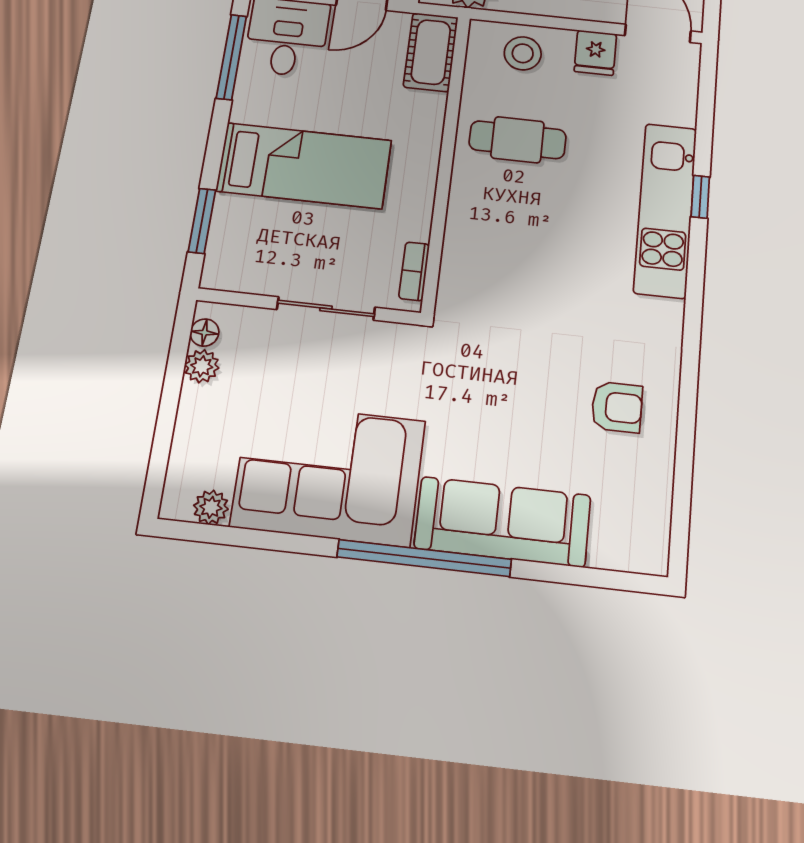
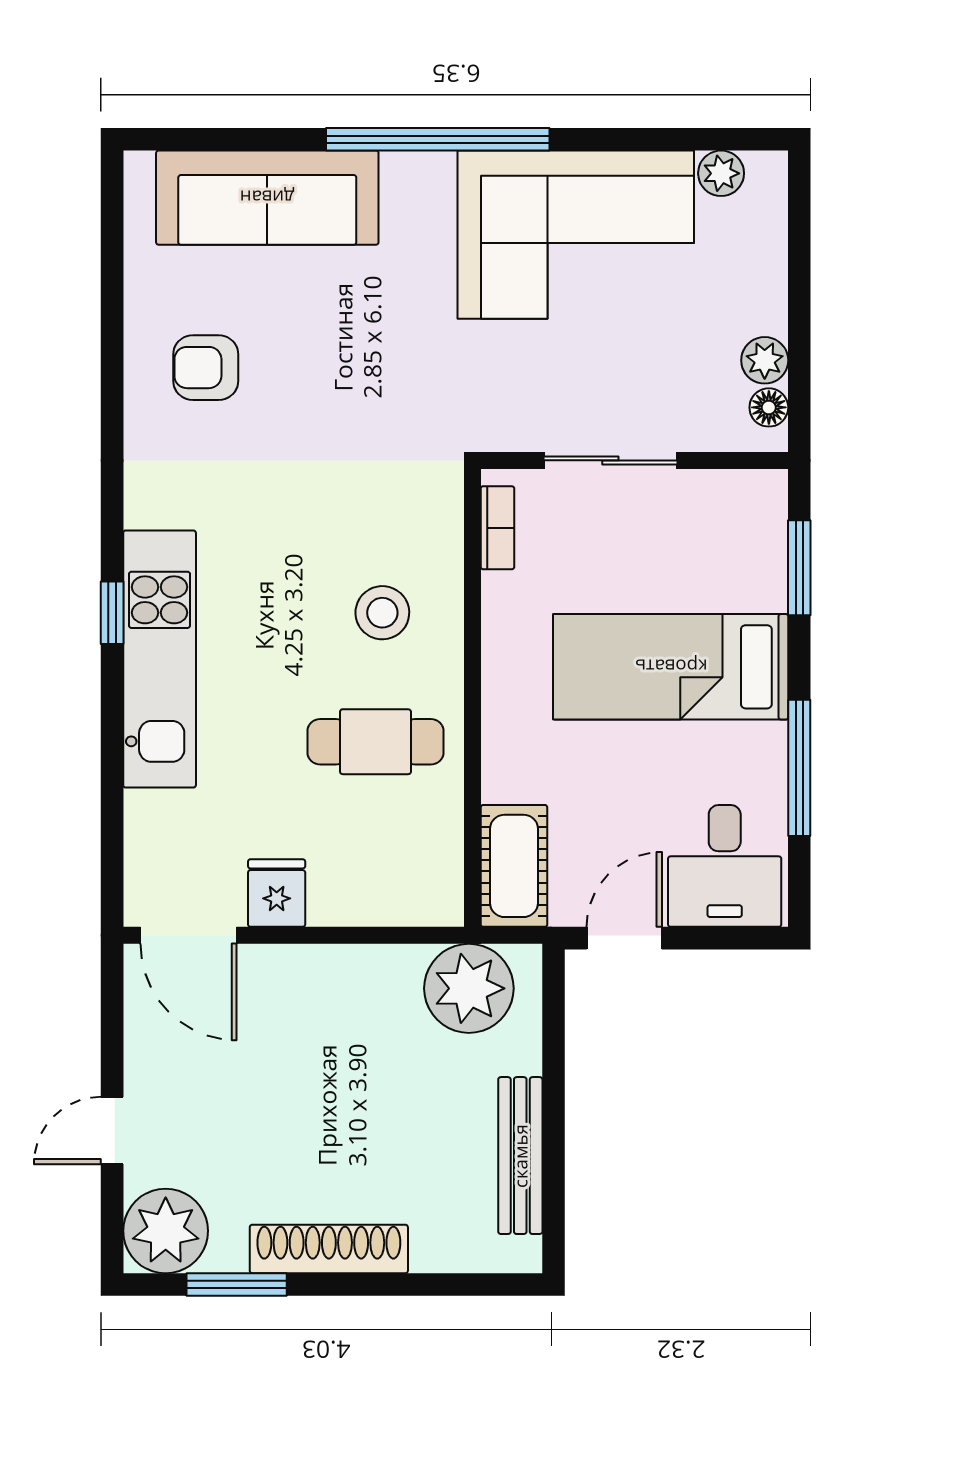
stool: (523, 53) -> (382, 613), moved
window: (231, 57) -> (799, 768), moved
window: (700, 197) -> (112, 613), moved
sofa: (503, 522) -> (267, 198), moved

